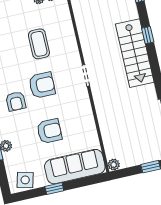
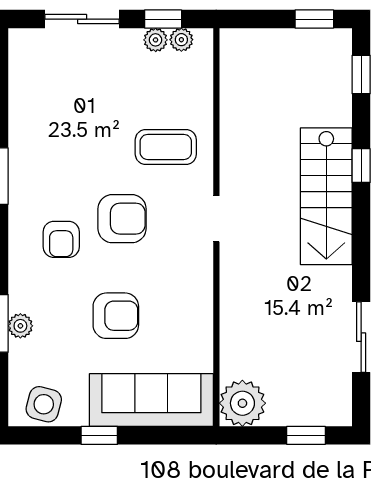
coffee table: (39, 44) -> (166, 147), moved, turned 90
plant: (114, 165) -> (242, 403), width x1.87, depth x1.87

